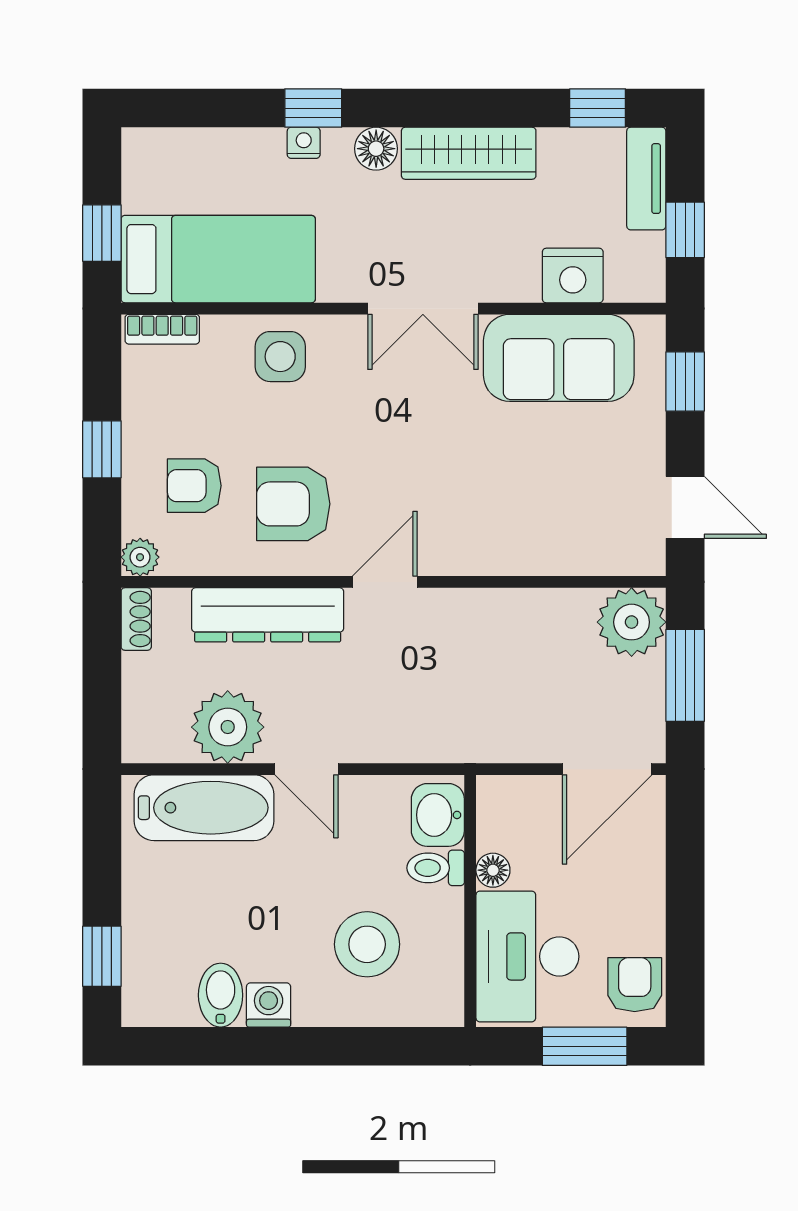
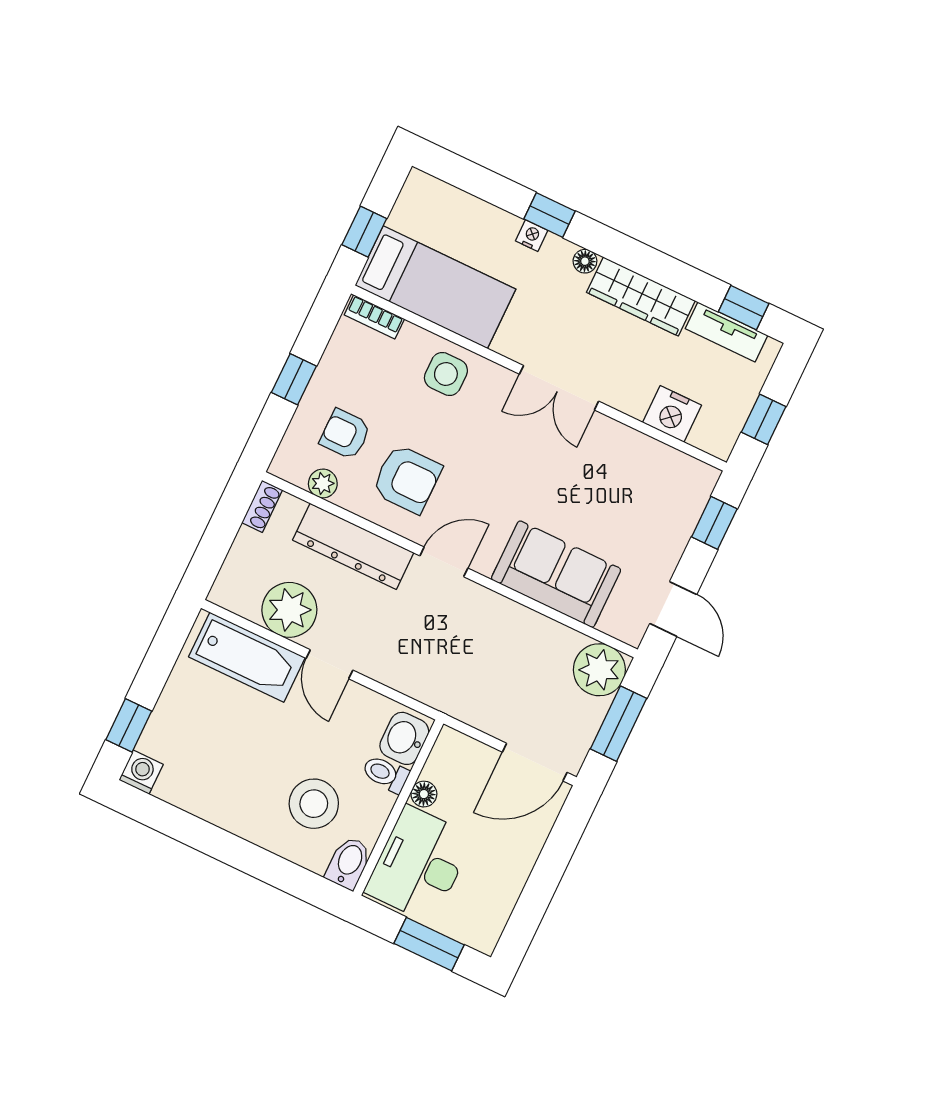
floor lamp: (376, 149) -> (585, 261), width x0.73, depth x0.73
tv unit: (646, 179) -> (727, 332), moved, turned -90
sofa: (559, 358) -> (556, 574), moved, turned 180
armchair: (293, 504) -> (407, 479), turned 180
plant: (140, 557) -> (323, 483), moved
armchair: (635, 985) -> (483, 918), removed
bidet: (221, 995) -> (349, 863), moved
washing machine: (269, 1005) -> (141, 772), moved

